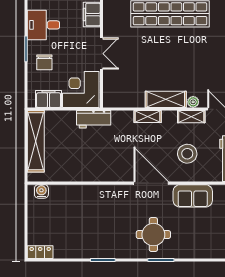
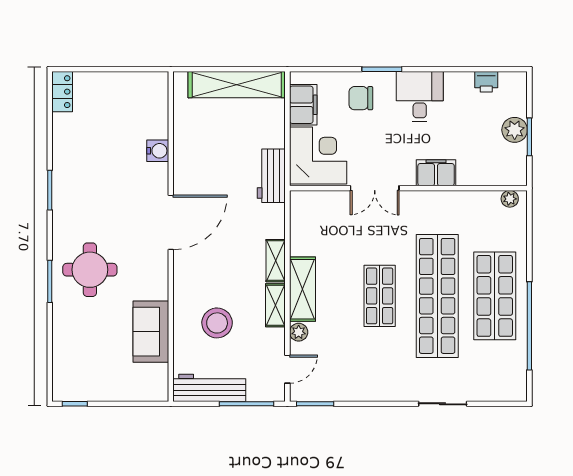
shop shelf: (170, 50) -> (380, 296), added
shelving: (191, 117) -> (275, 305), moved
door: (151, 183) -> (171, 222), moved
water cooler: (41, 191) -> (158, 151), moved

